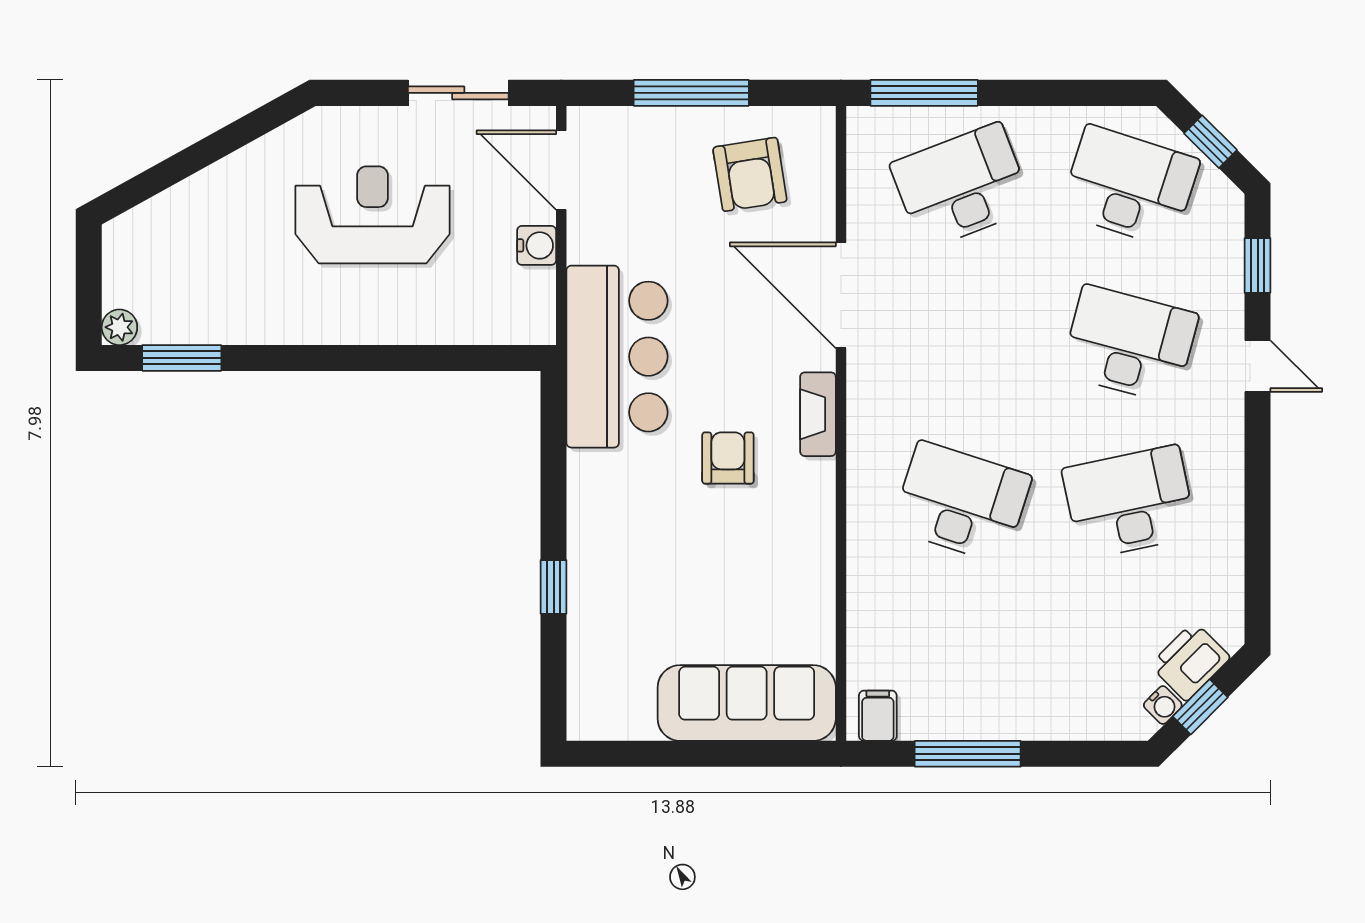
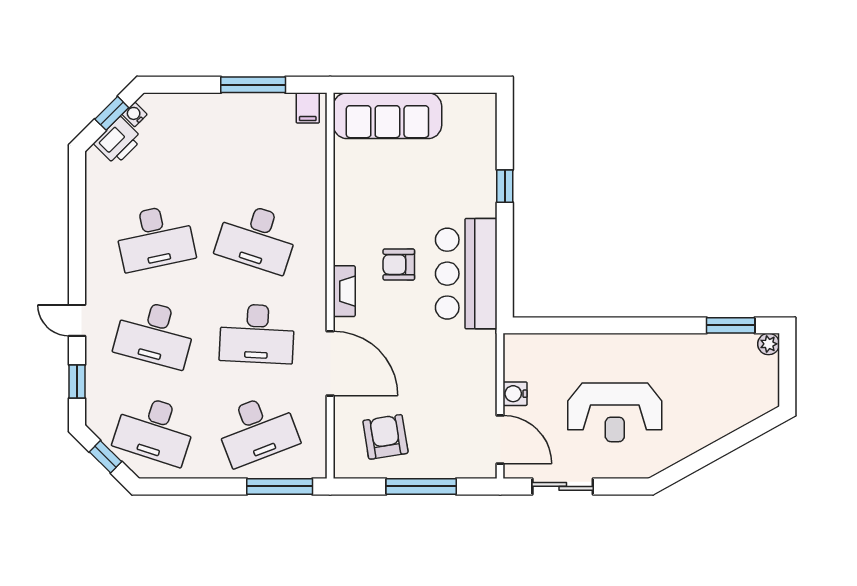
desk: (961, 344) -> (257, 334), added
bar counter: (617, 357) -> (466, 274), moved
armchair: (728, 458) -> (399, 265), turned 90

